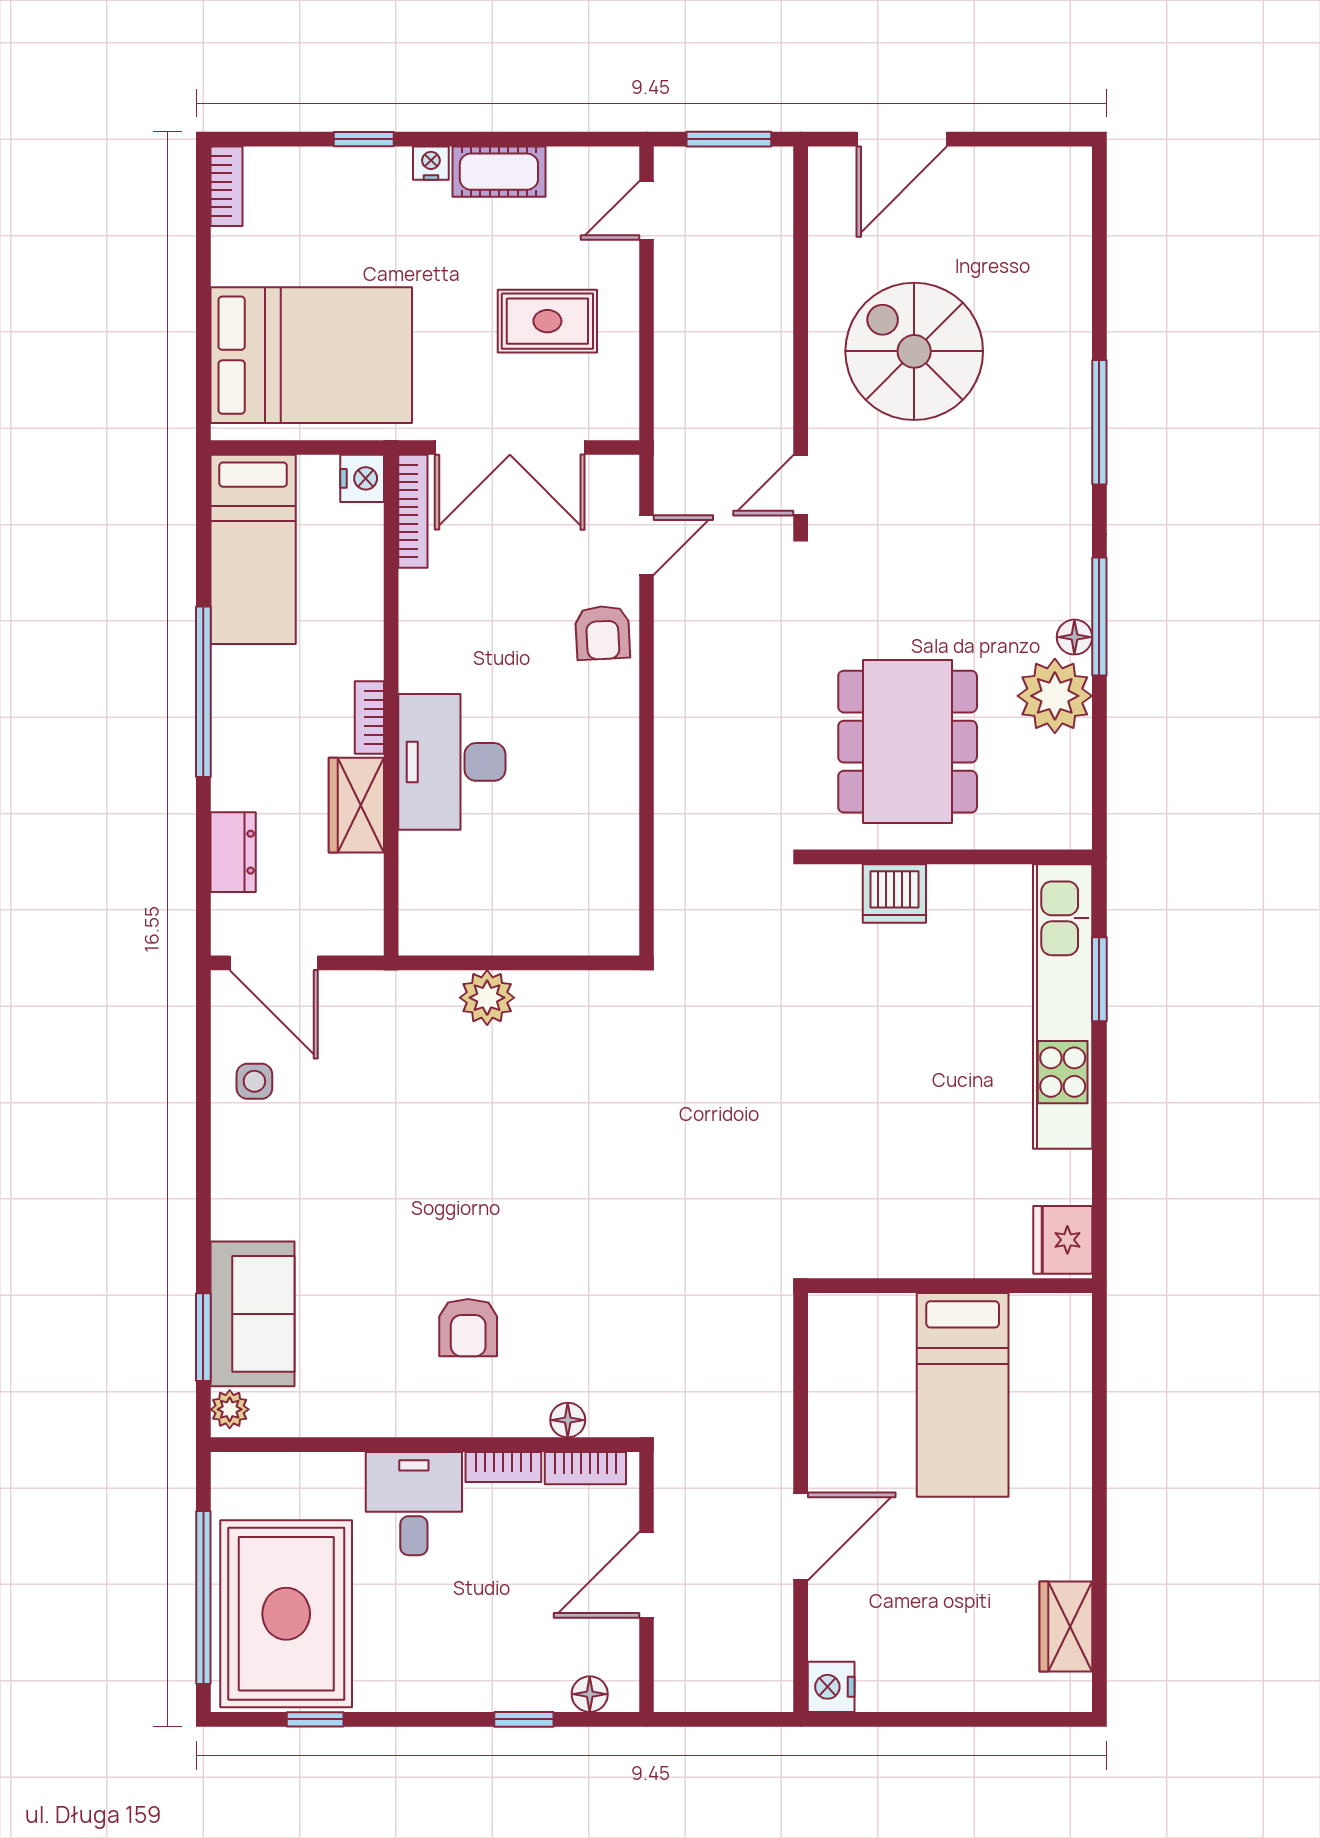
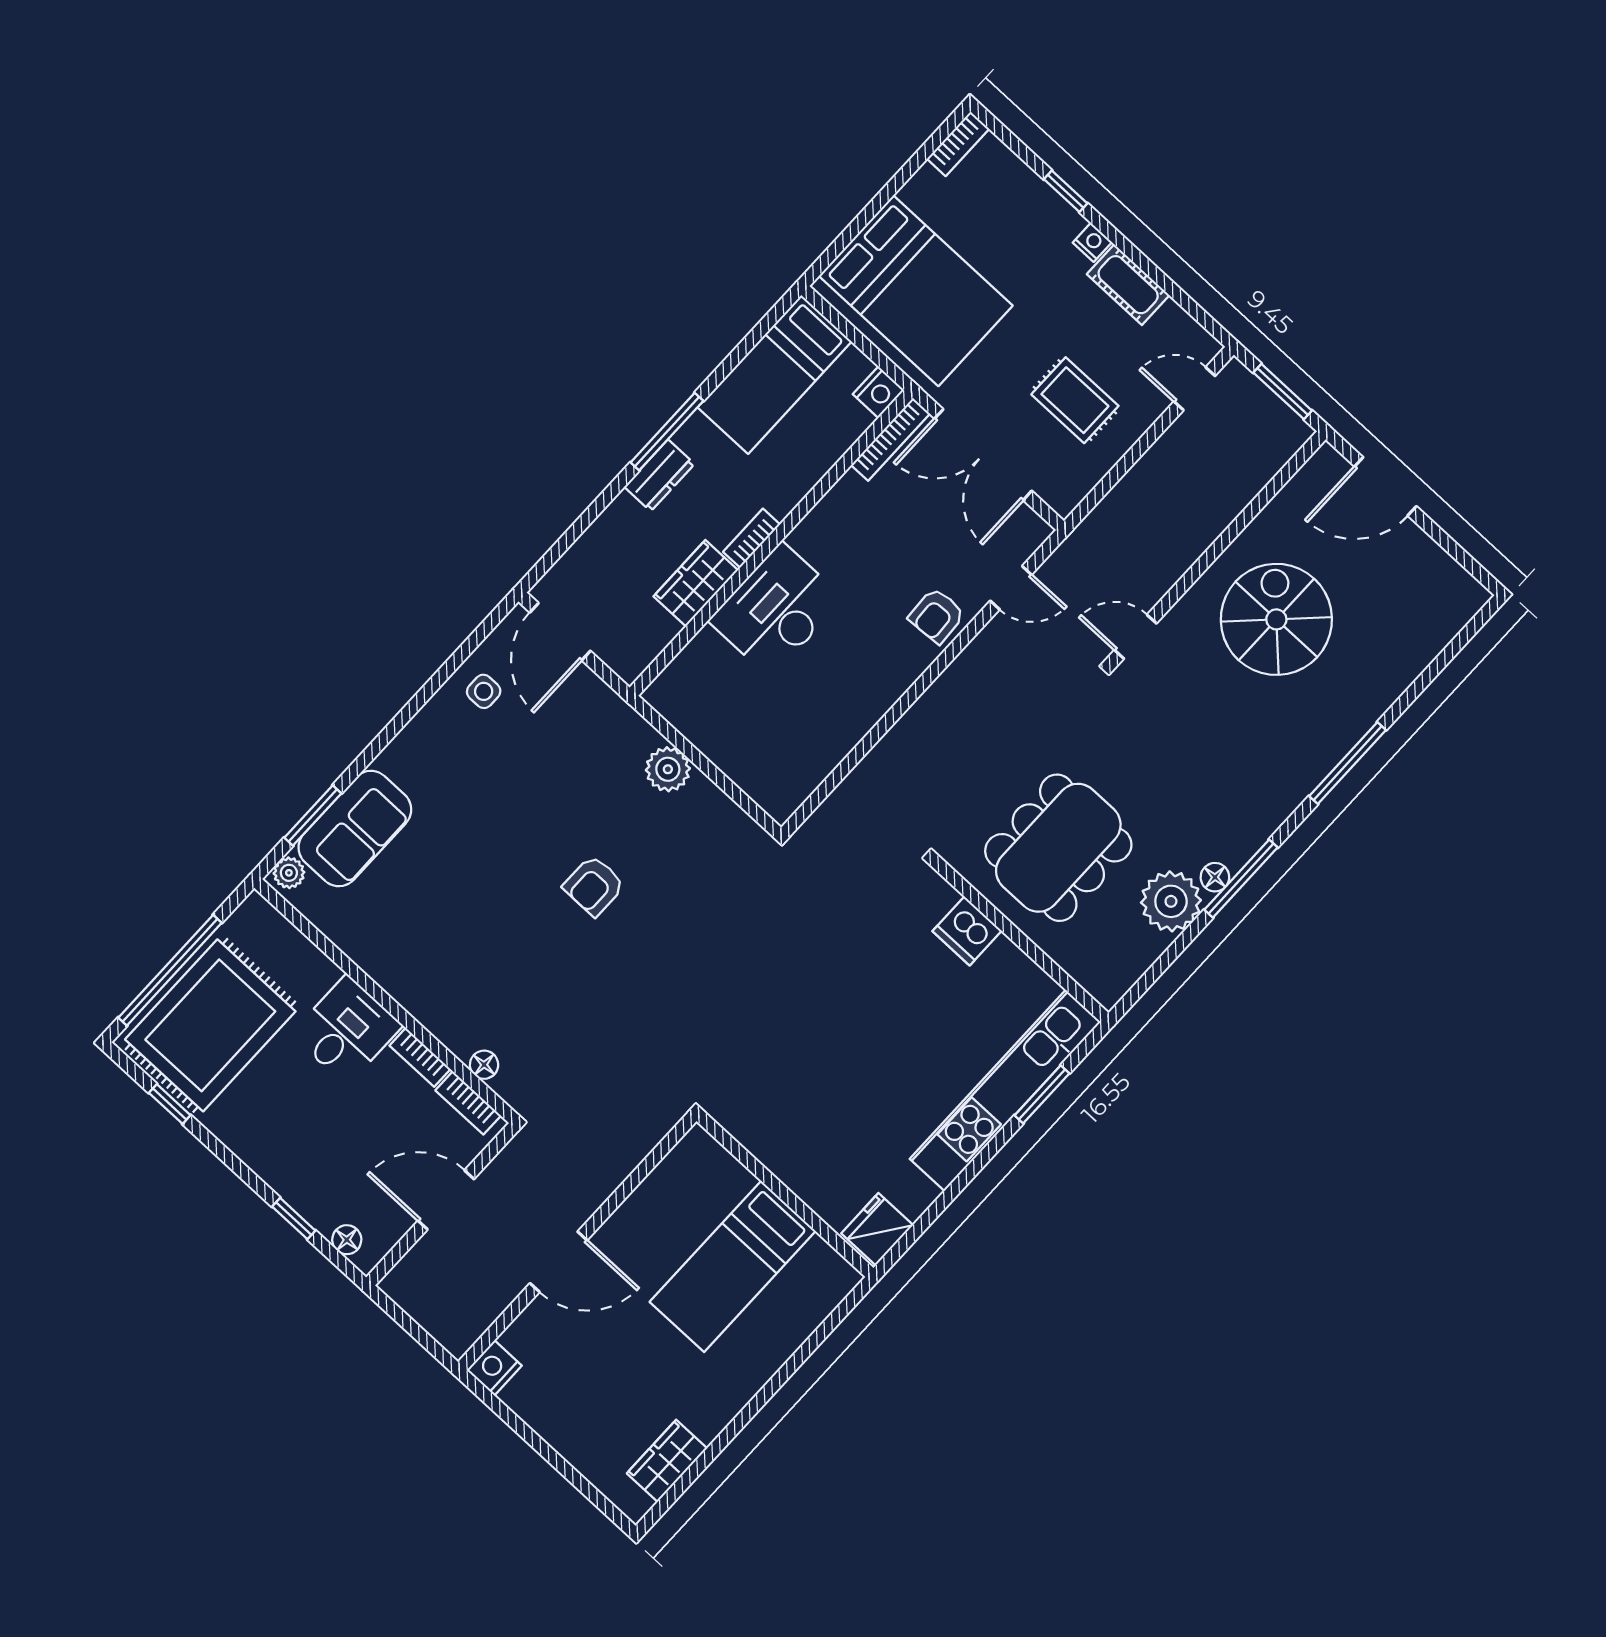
window: (203, 692) -> (667, 432), width x0.68
dresser: (233, 852) -> (659, 475), moved
armchair: (468, 1328) -> (594, 886), moved

